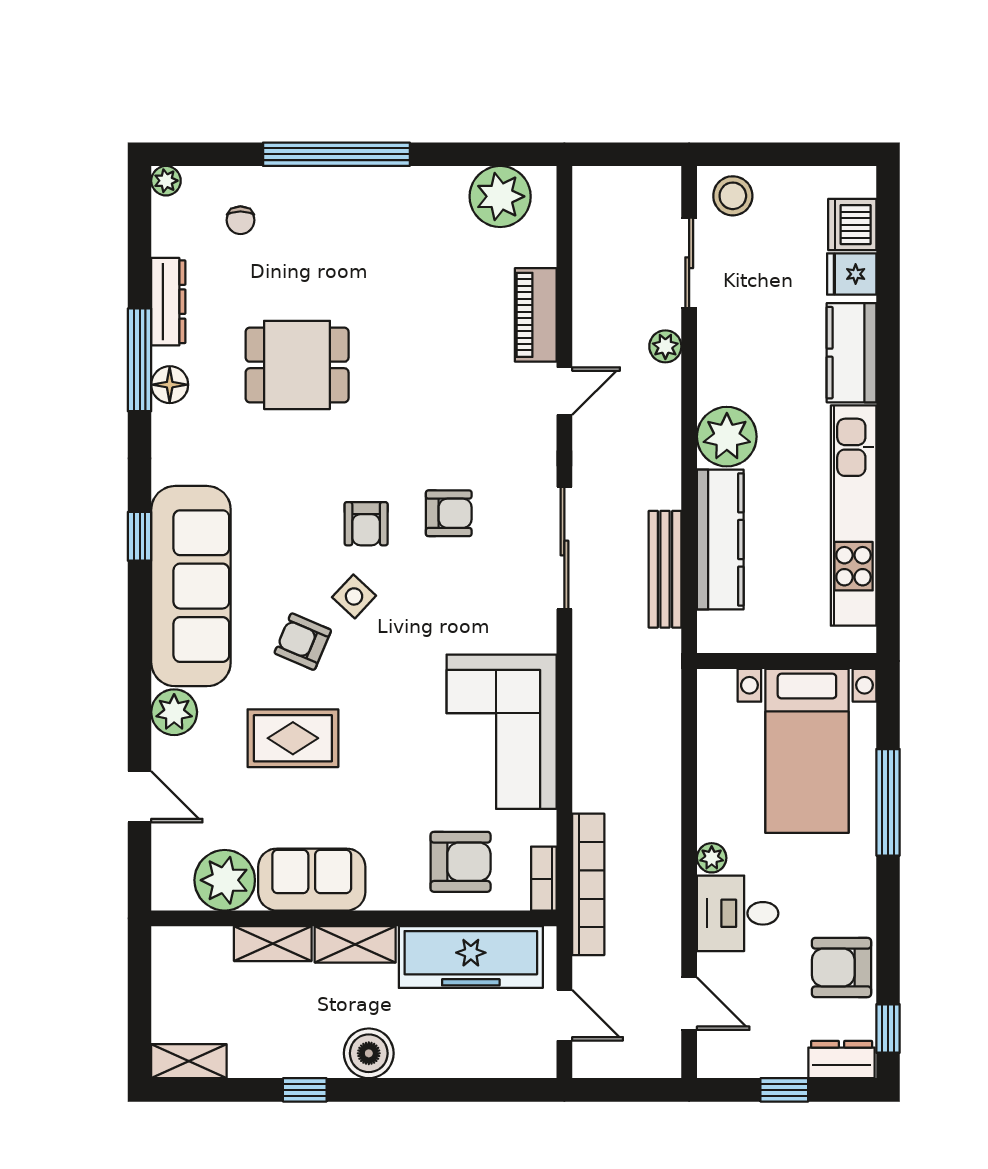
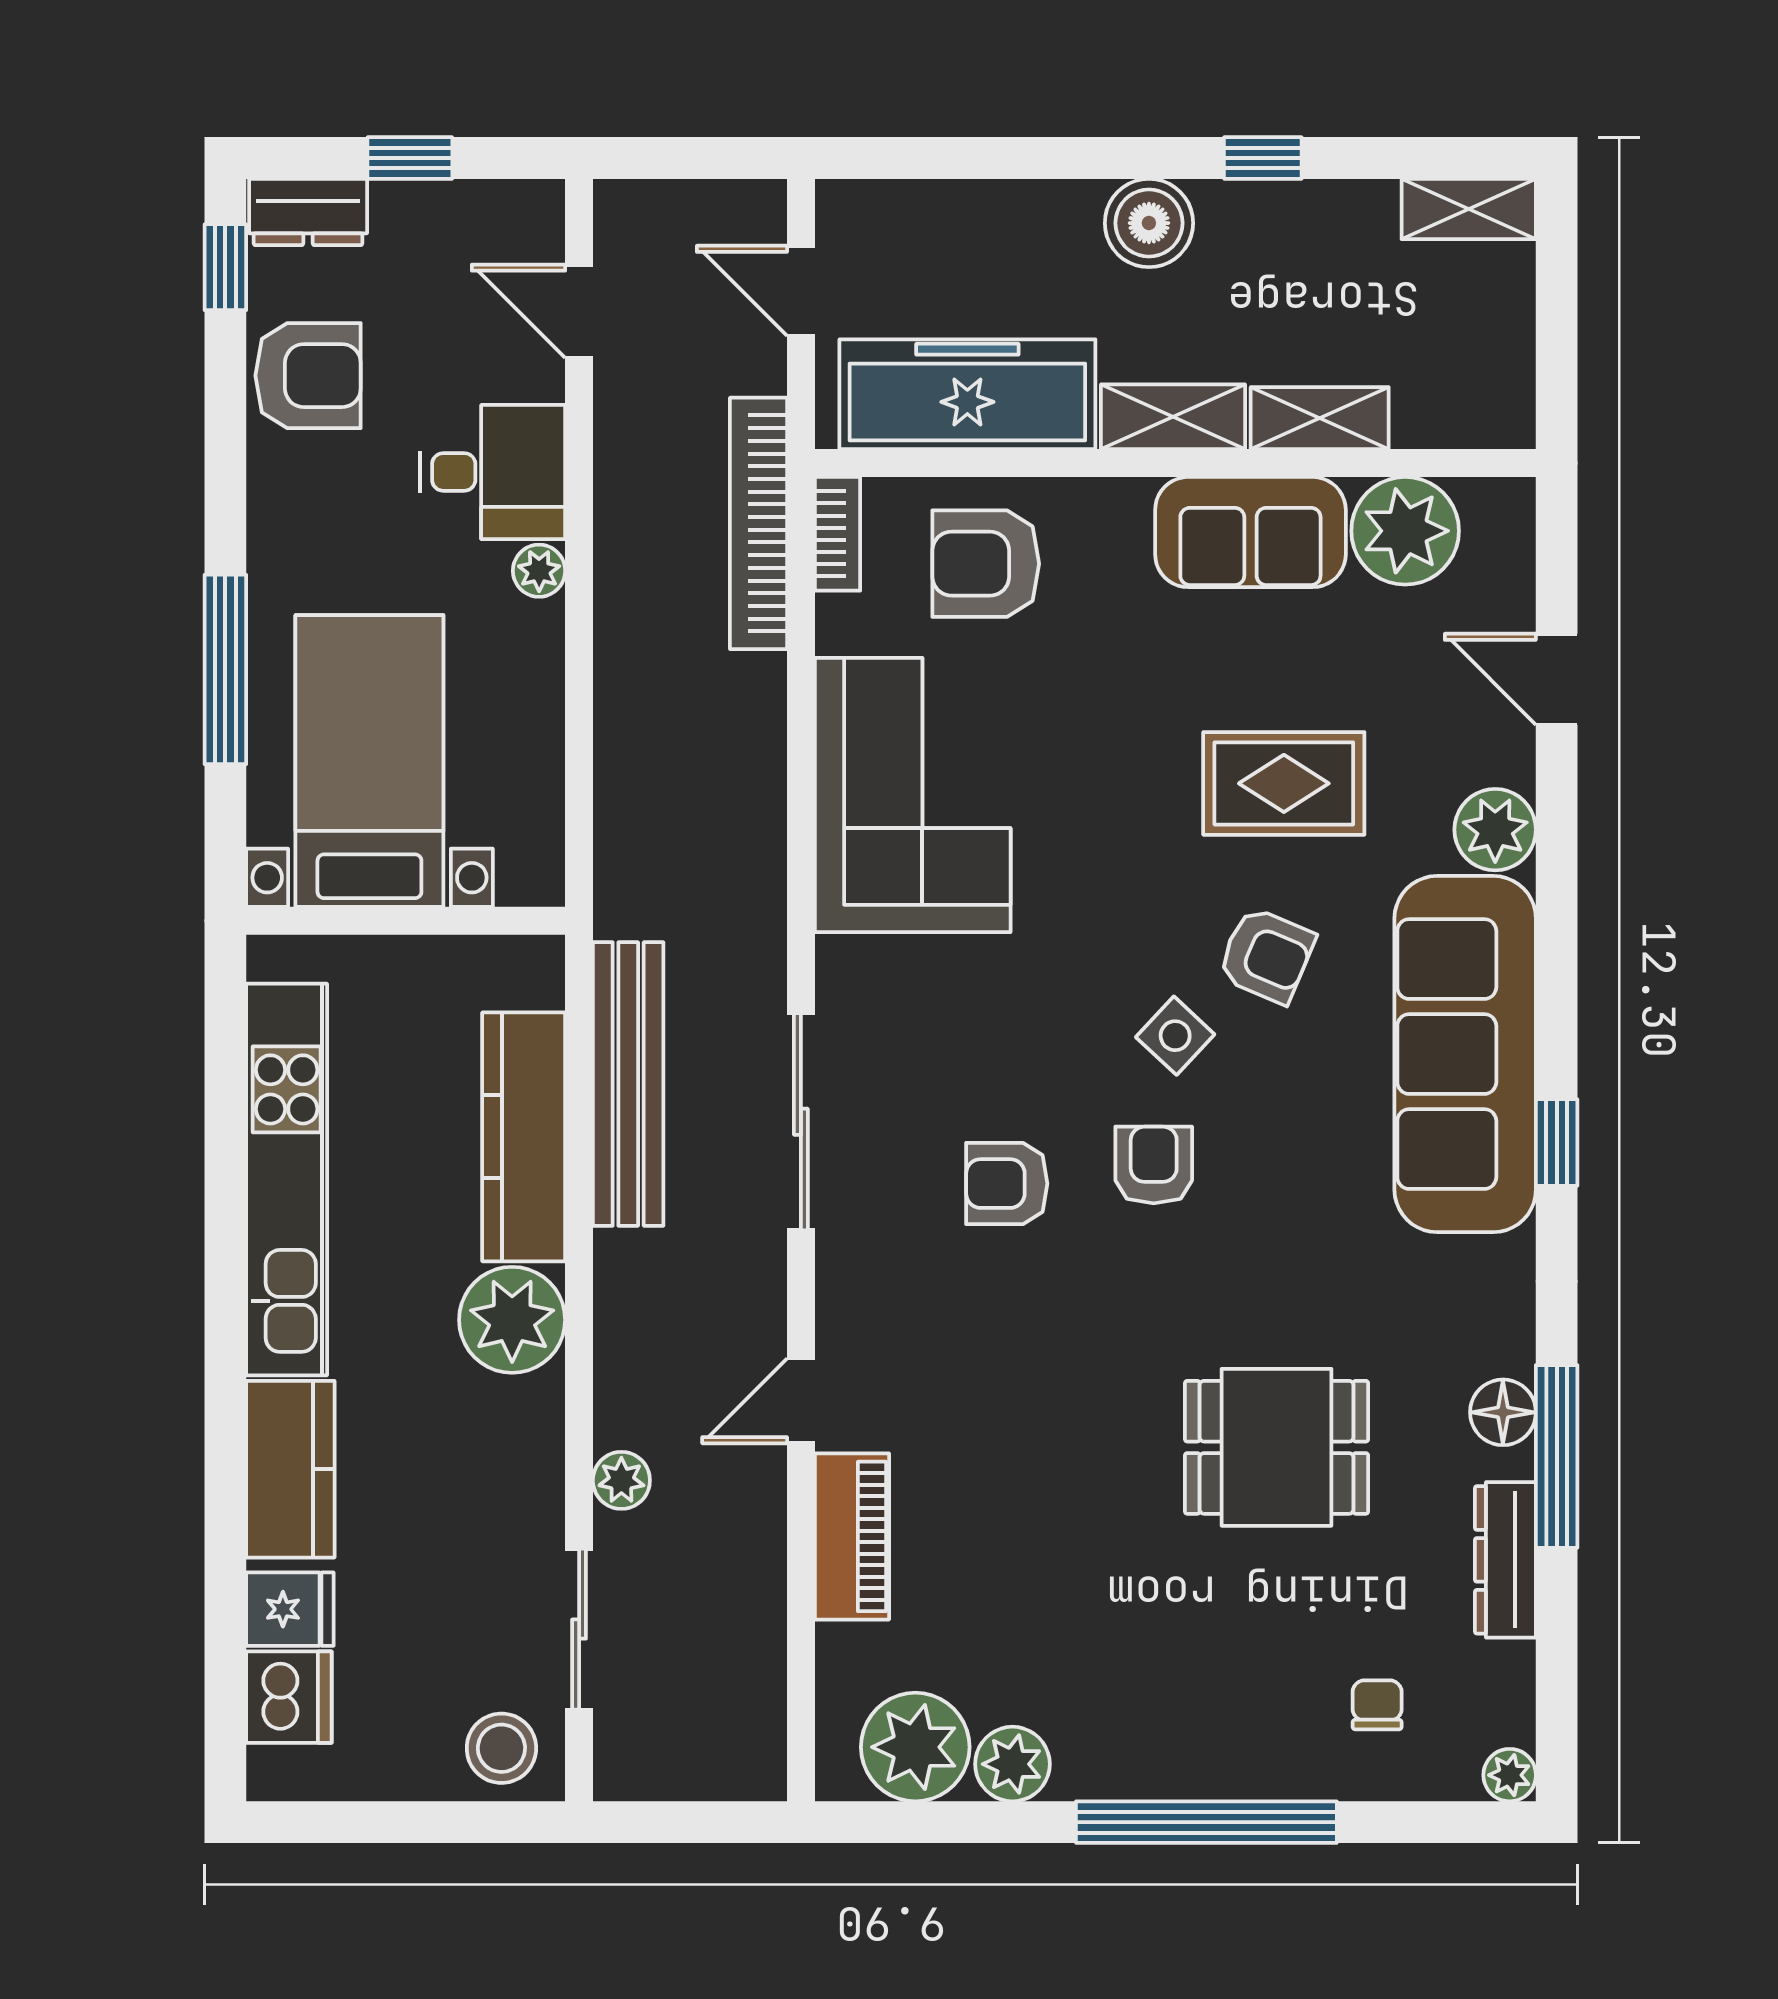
plant: (445, 187) -> (1012, 1764), added
bench: (665, 569) -> (628, 1084), width x1.37, depth x1.21

